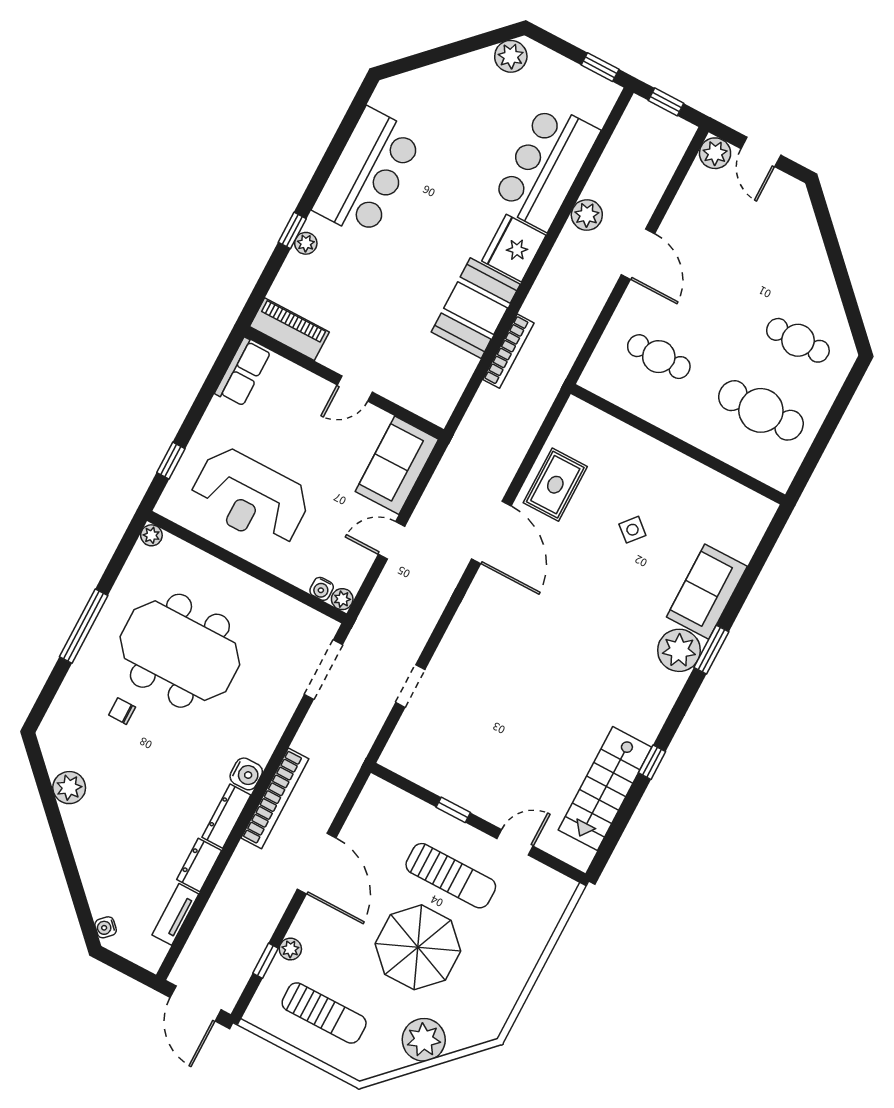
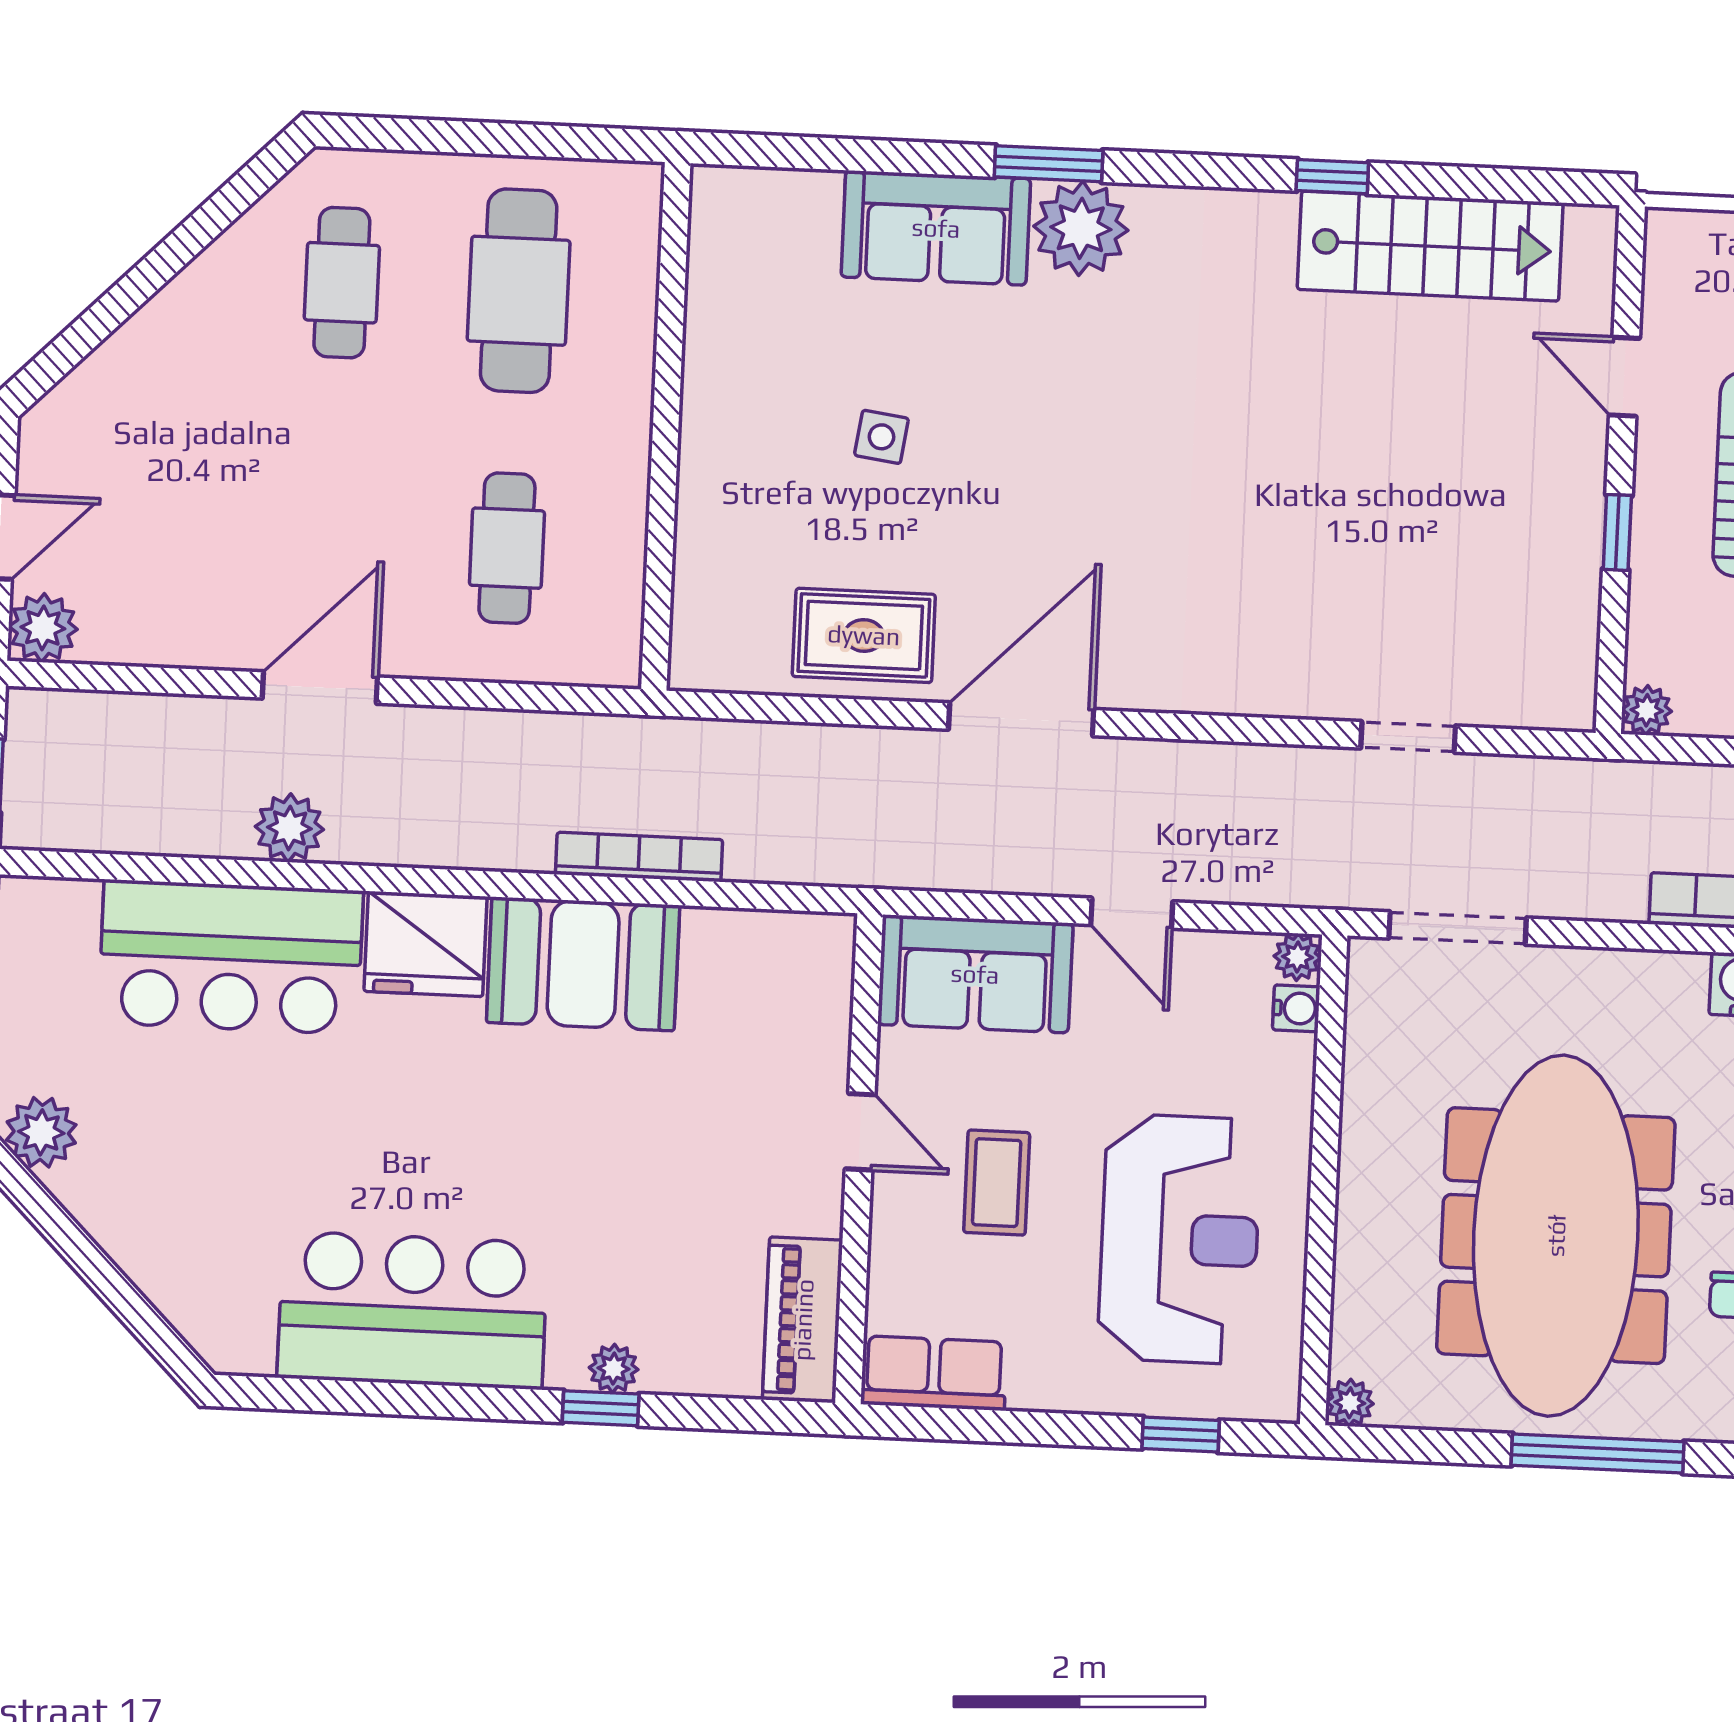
coffee table: (308, 434) -> (997, 1183), added
side table: (632, 530) -> (881, 437), turned -33
meeting table: (180, 651) -> (1556, 1236), width x1.36
plant: (376, 788) -> (1647, 710), added

